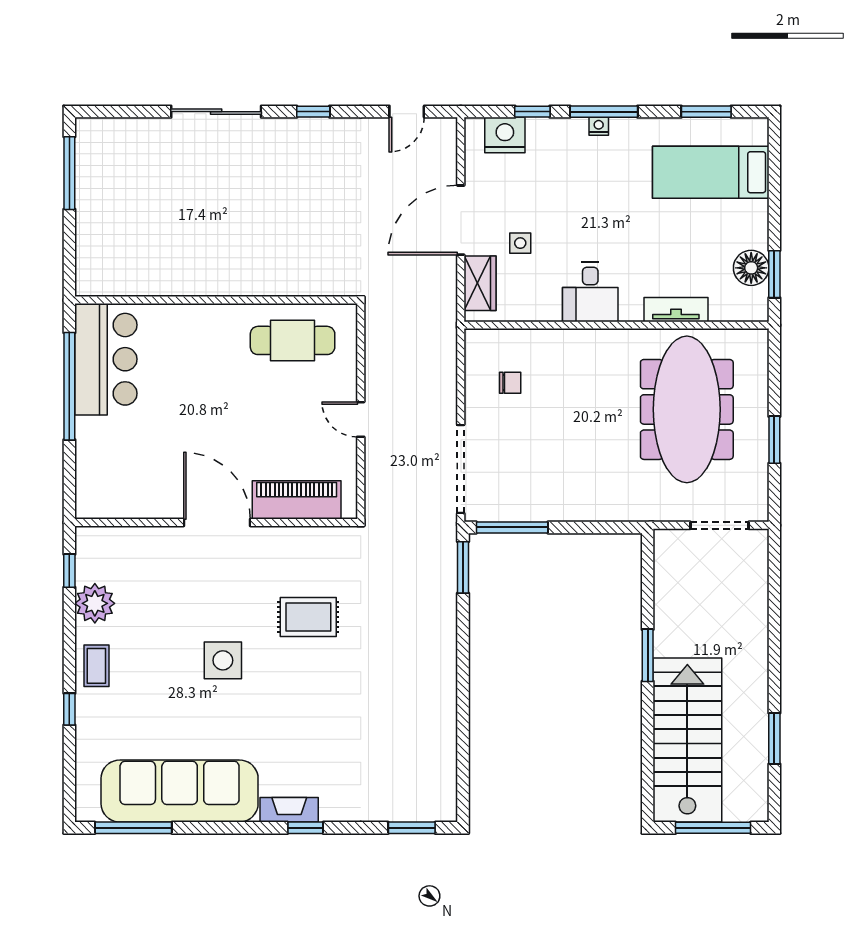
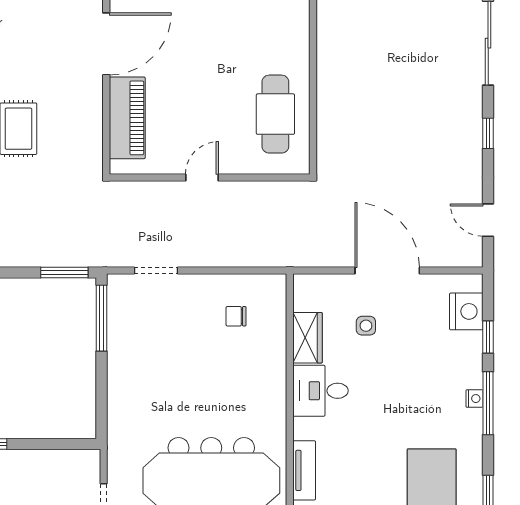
wardrobe: (480, 283) -> (307, 338), moved, turned -90
chair: (510, 383) -> (236, 316), turned 90
doorway: (461, 469) -> (156, 270), width x0.53

